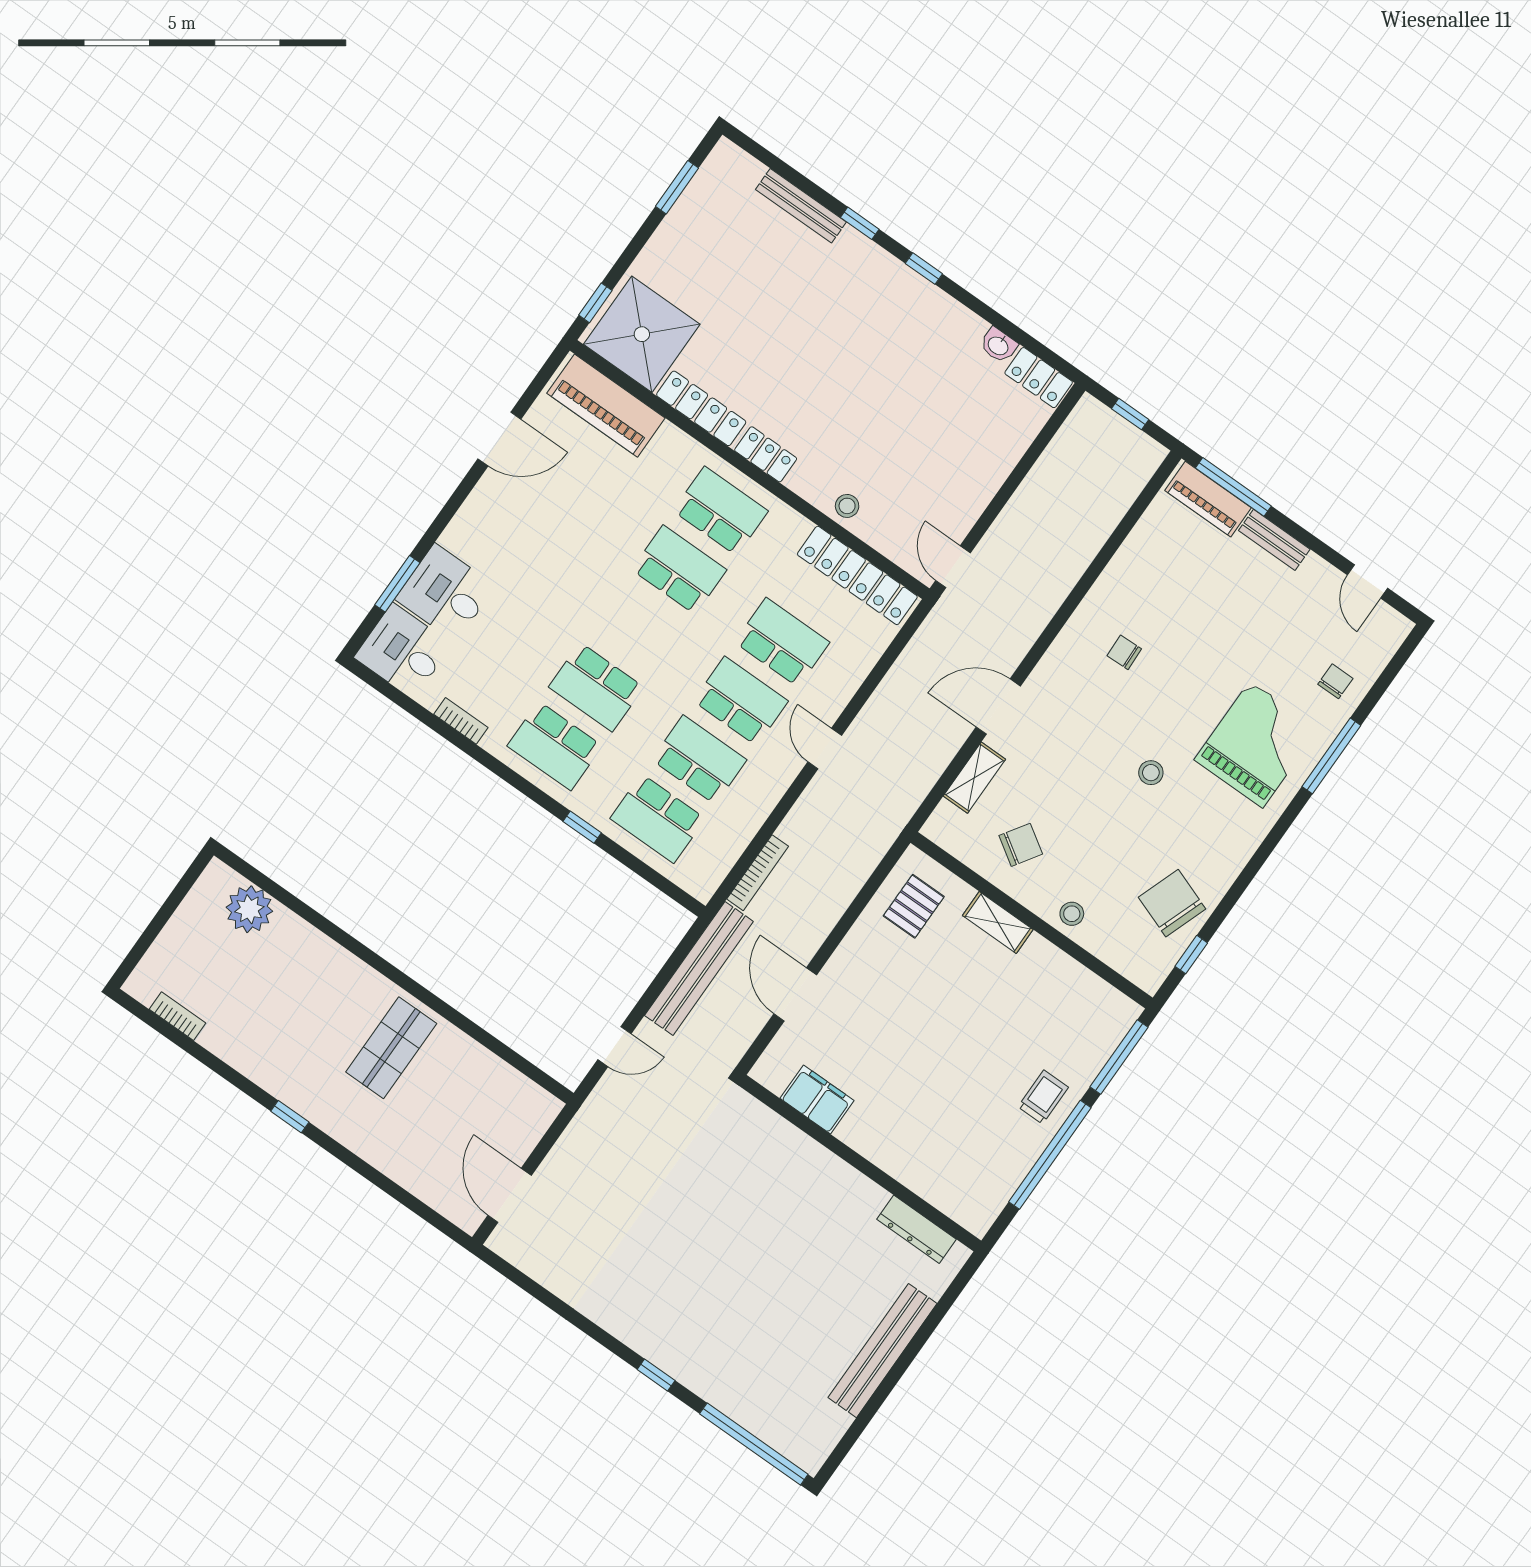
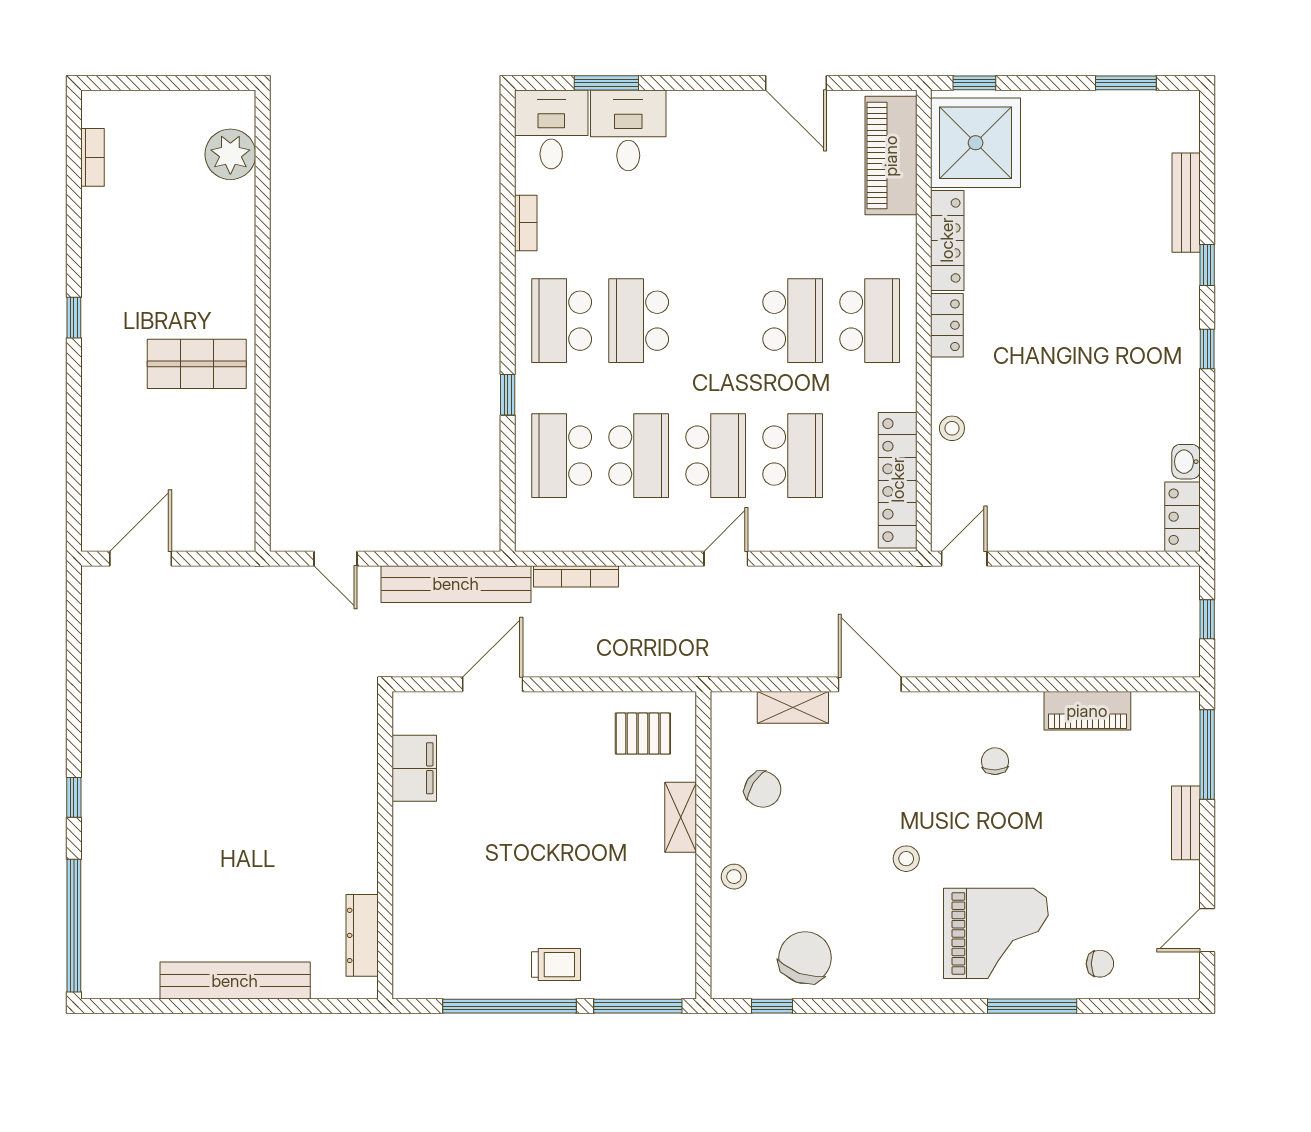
piano: (1208, 499) -> (1087, 711), moved, turned -90

